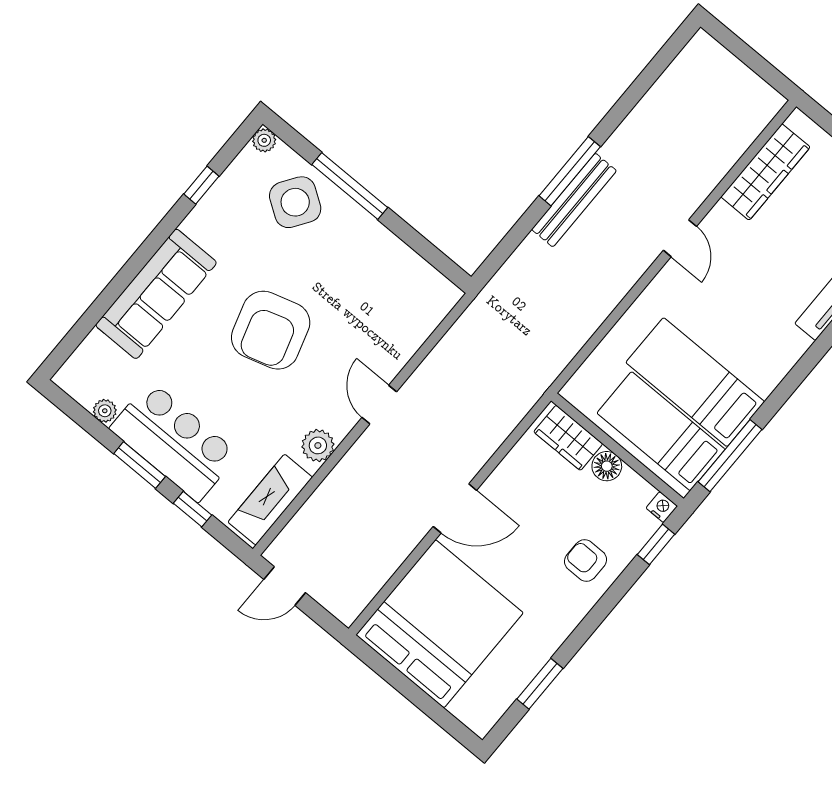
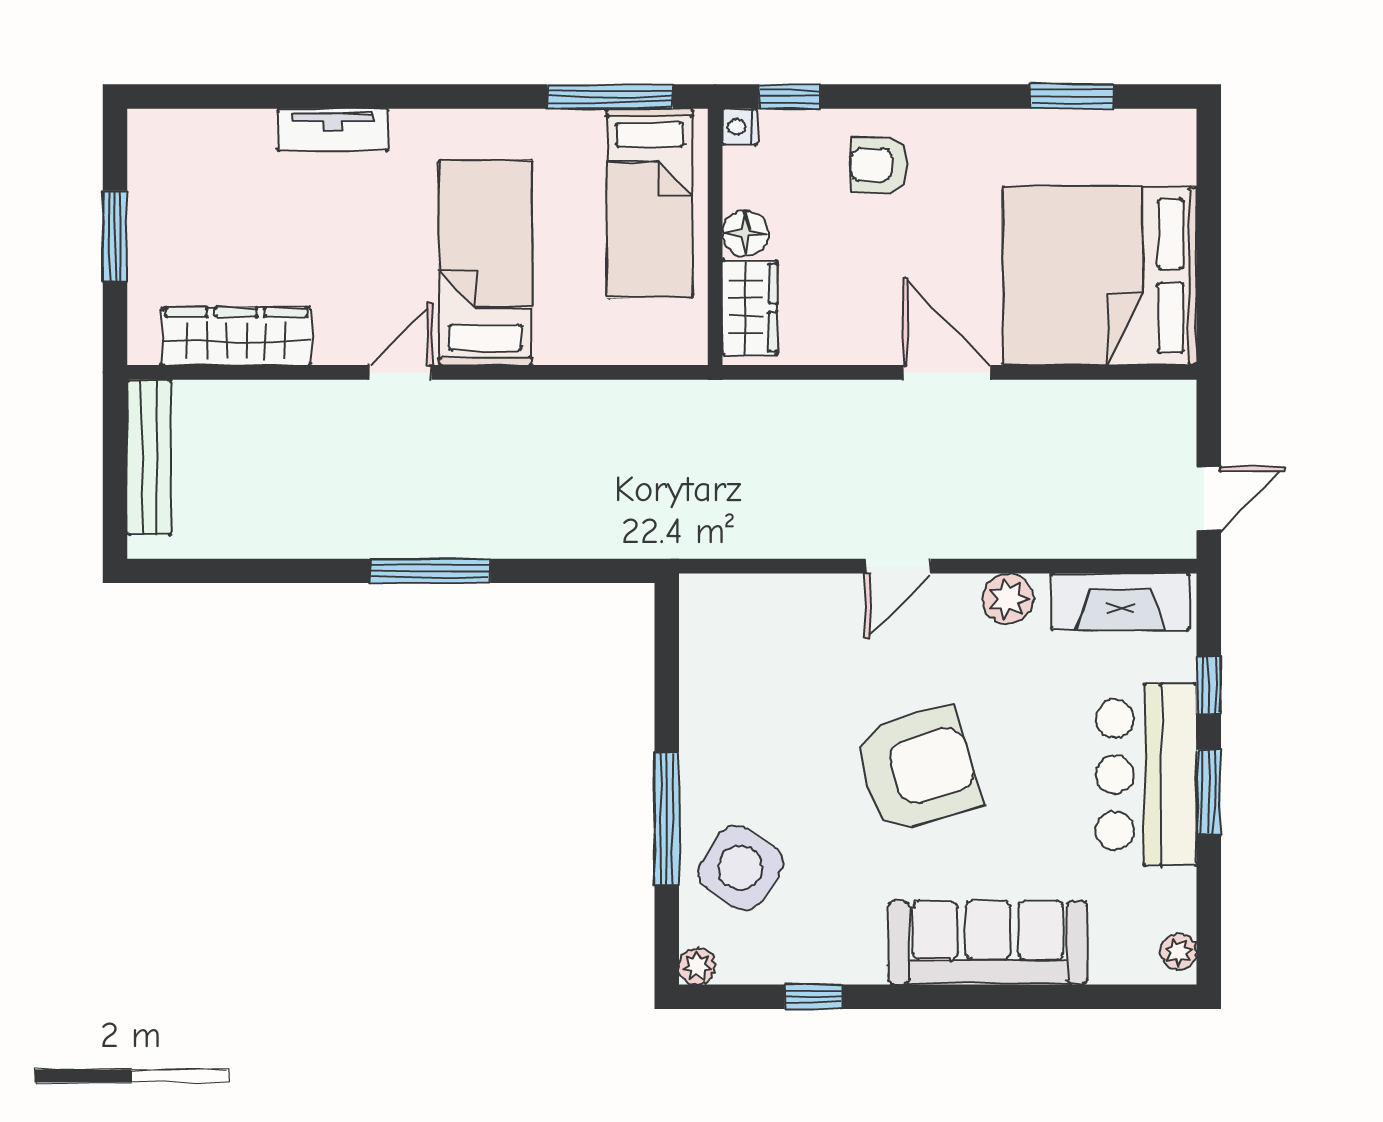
bench: (574, 200) -> (149, 457), moved, turned 90
bed: (695, 382) -> (485, 263), moved, turned 180
plant: (105, 411) -> (1179, 952), moved
armchair: (586, 560) -> (879, 165), turned 90
door: (285, 586) -> (1209, 499), hinge flipped

